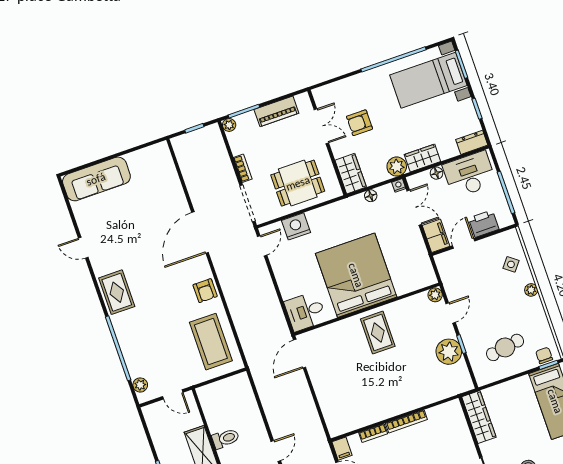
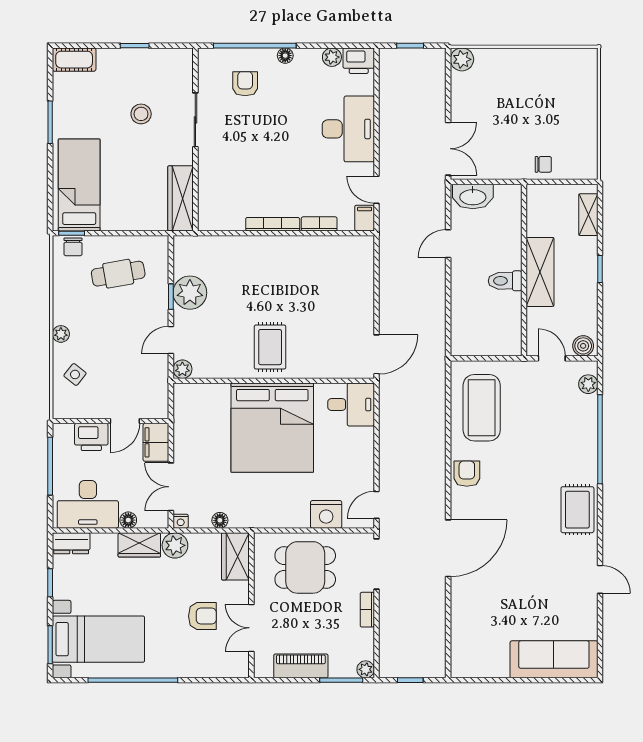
boiler: (153, 411) -> (583, 346), added

